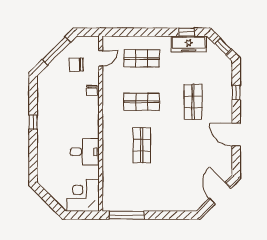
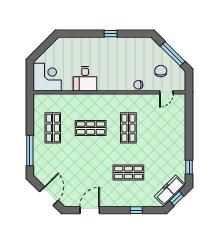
freezer: (189, 44) -> (170, 191), moved, turned 45
door: (101, 58) -> (166, 92), hinge flipped
shop shelf: (142, 58) -> (53, 128), moved
door: (236, 135) -> (90, 210), moved
door: (220, 193) -> (49, 196), hinge flipped
window: (127, 215) -> (30, 151), moved

